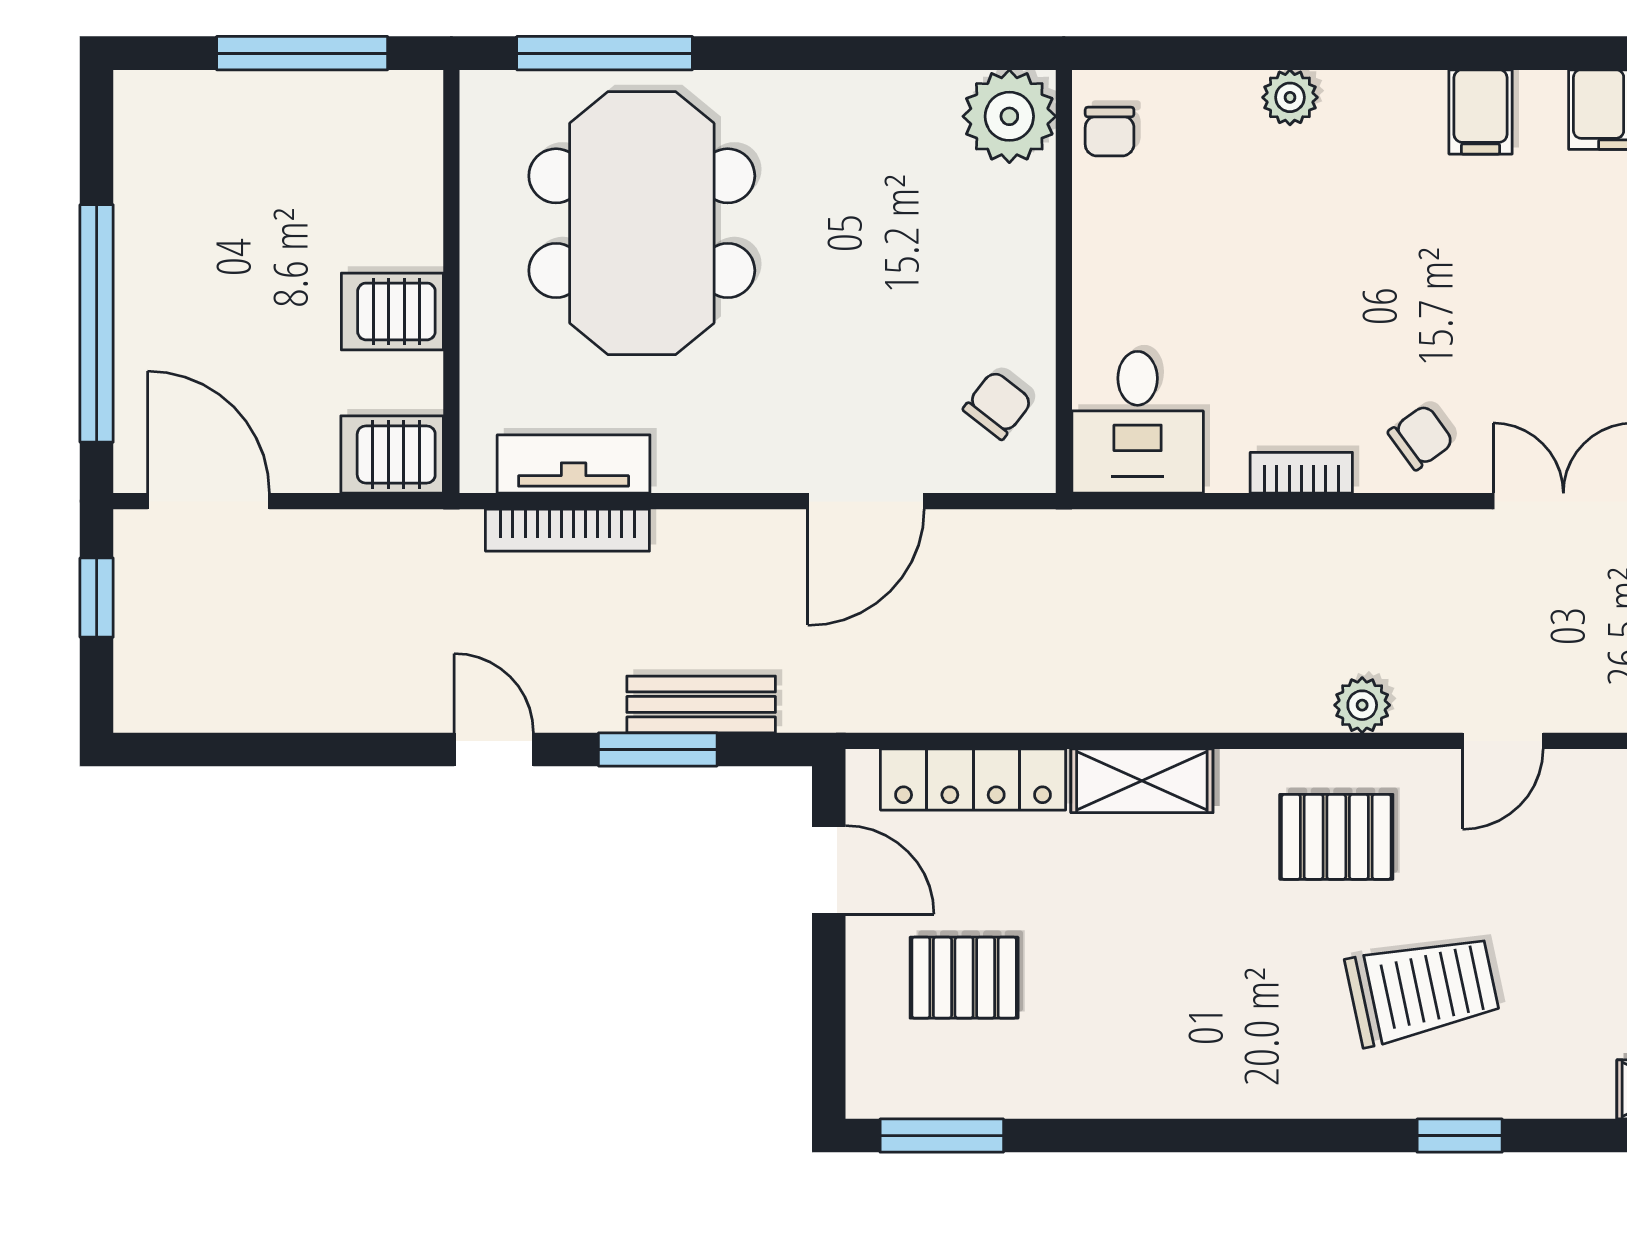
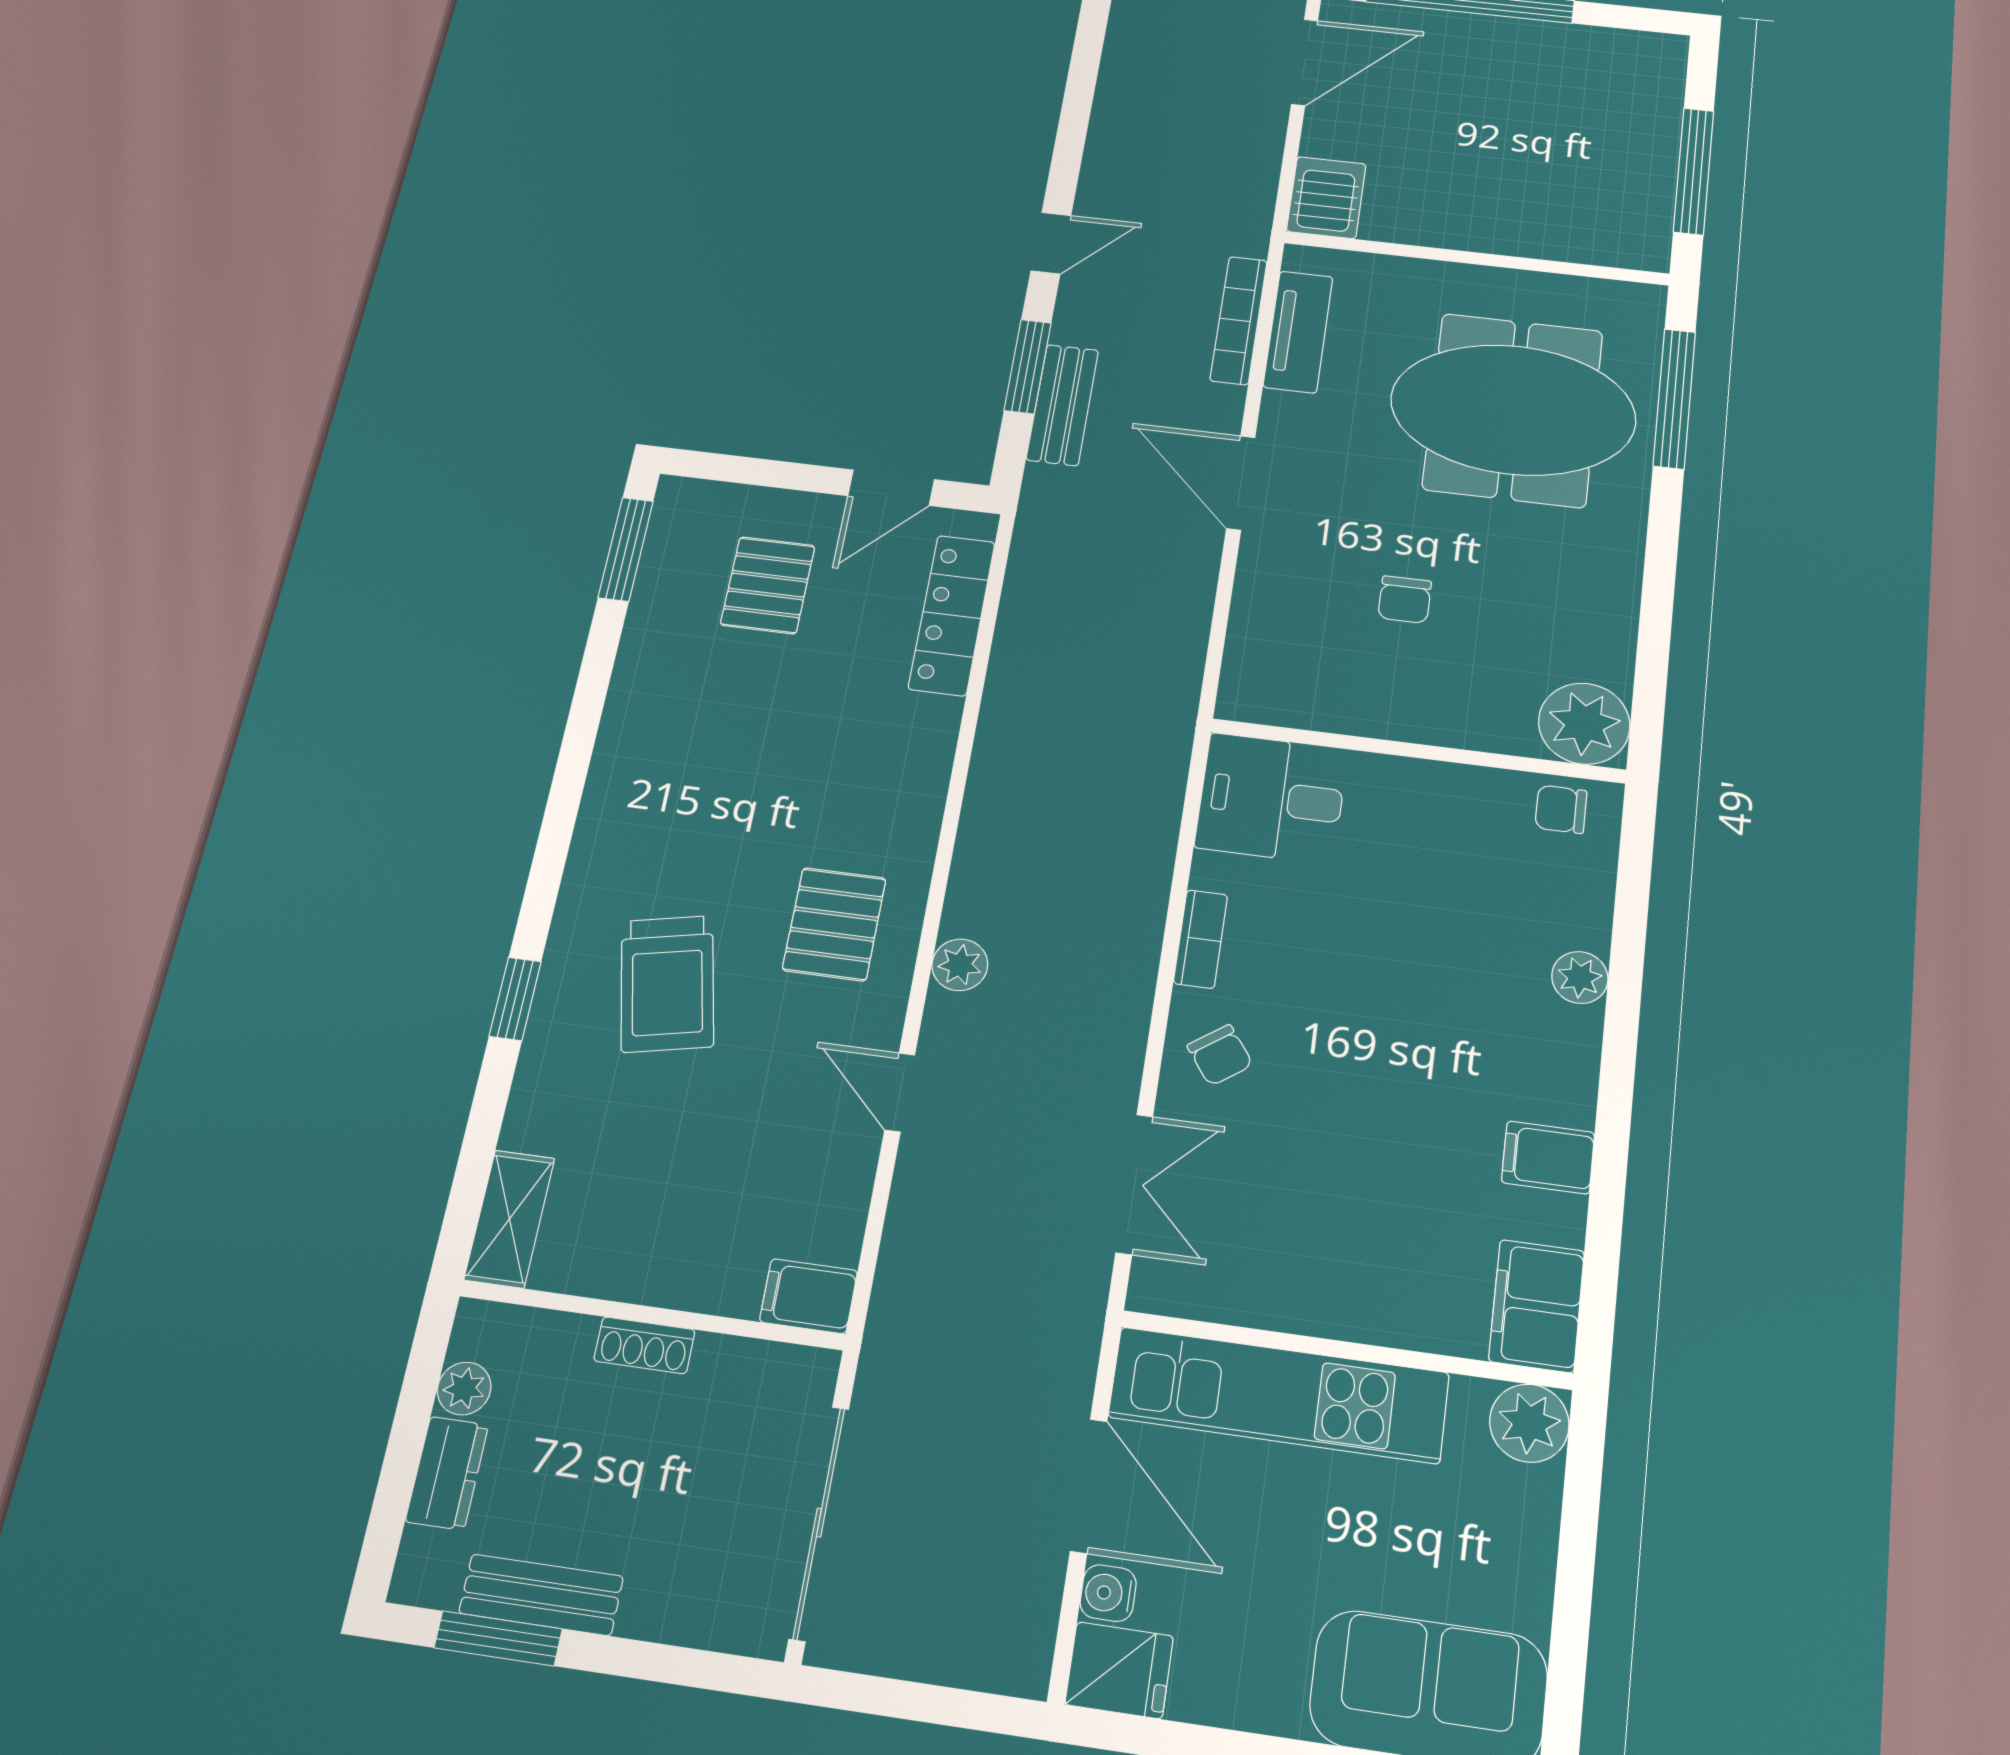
server rack: (392, 311) -> (1454, 212), removed
chair: (998, 405) -> (1405, 600), moved, turned 52
door: (866, 501) -> (1241, 483), moved
shelving: (1142, 781) -> (923, 758), removed

